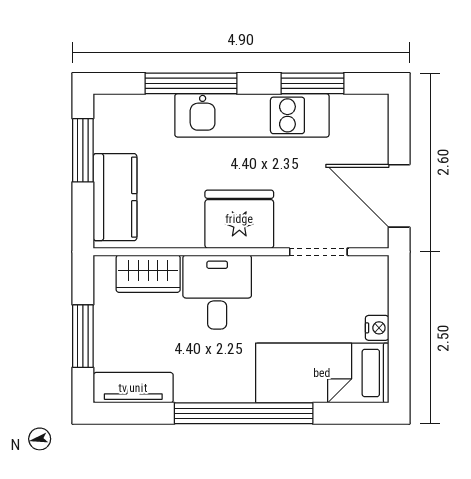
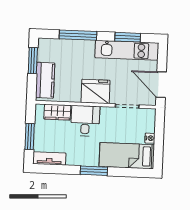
kitchen unit: (252, 115) -> (127, 50), moved
window: (244, 413) -> (94, 171), width x0.47

